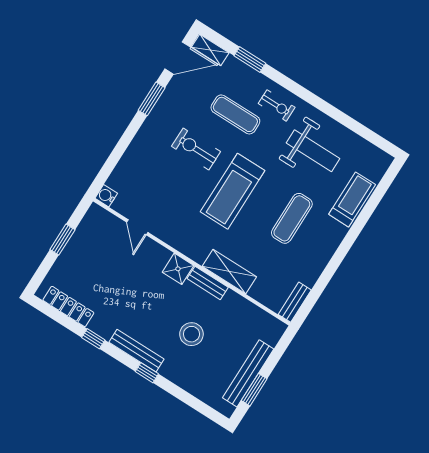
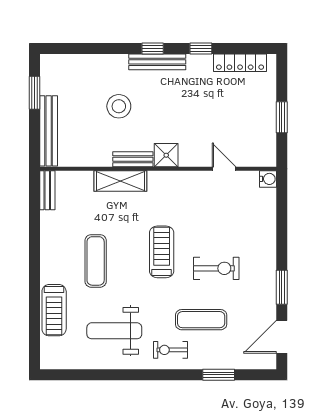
shelving: (210, 50) -> (258, 362), removed
treadmill: (233, 191) -> (162, 252), width x0.73, depth x0.73
window: (147, 373) -> (153, 49), moved
bench: (248, 373) -> (49, 131), moved

